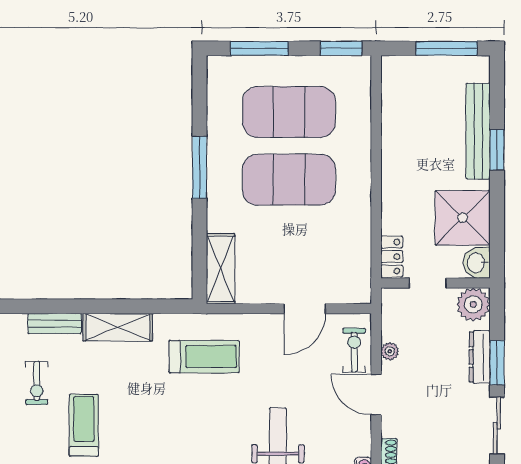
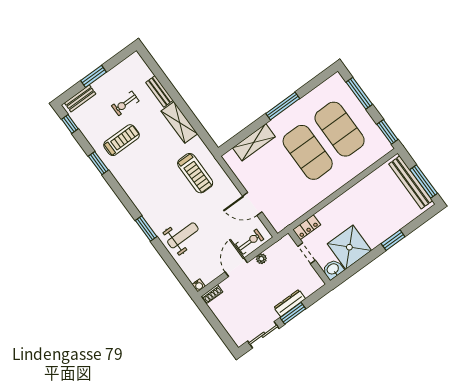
bench: (478, 131) -> (411, 182), moved, turned 90
shelving: (221, 269) -> (254, 142), moved
plant: (473, 304) -> (312, 282), removed

